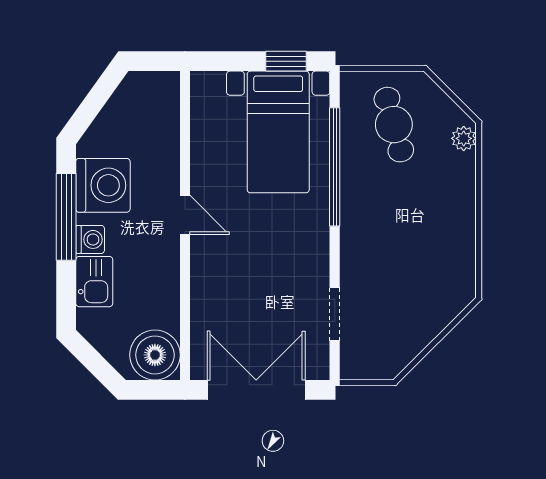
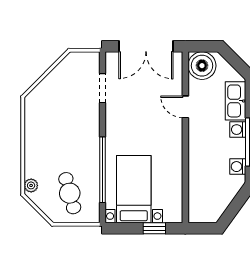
window: (286, 61) -> (154, 228), moved
washing machine: (103, 185) -> (238, 167), width x0.53, depth x0.53
door: (185, 215) -> (185, 107), moved
kitchen sink: (94, 282) -> (236, 101), width x1.38

